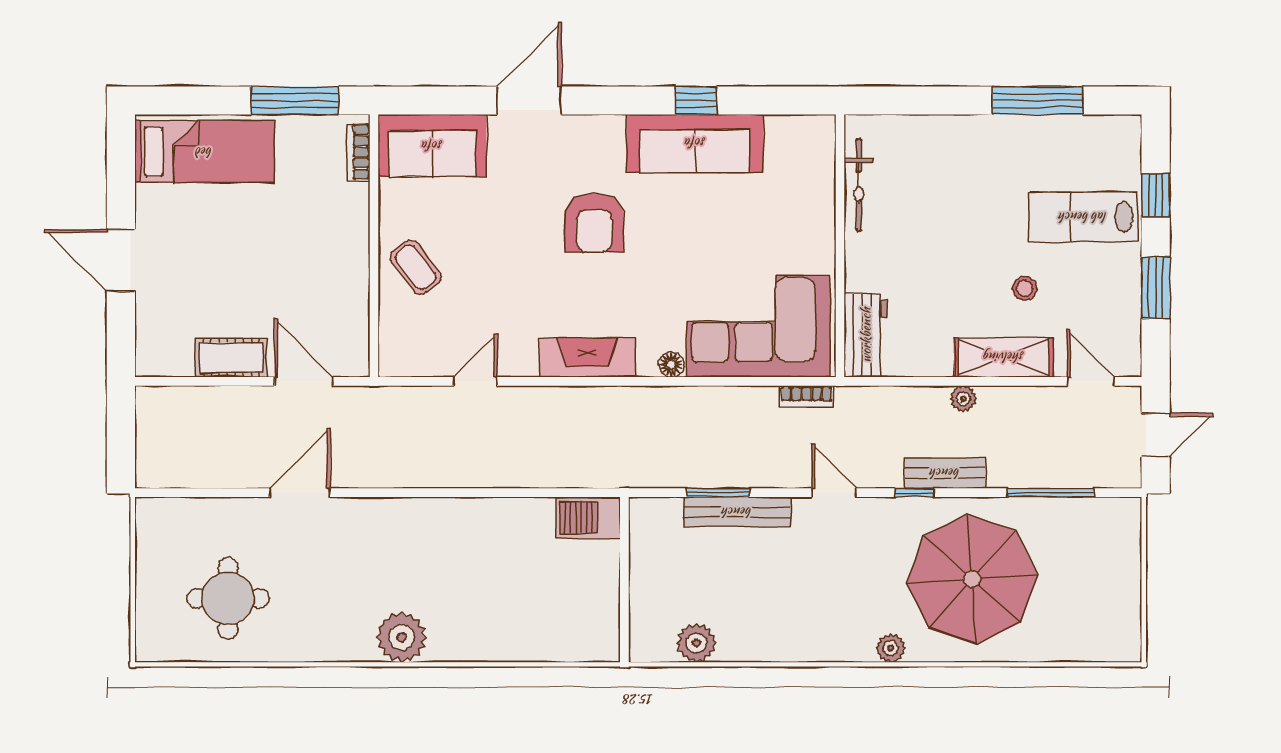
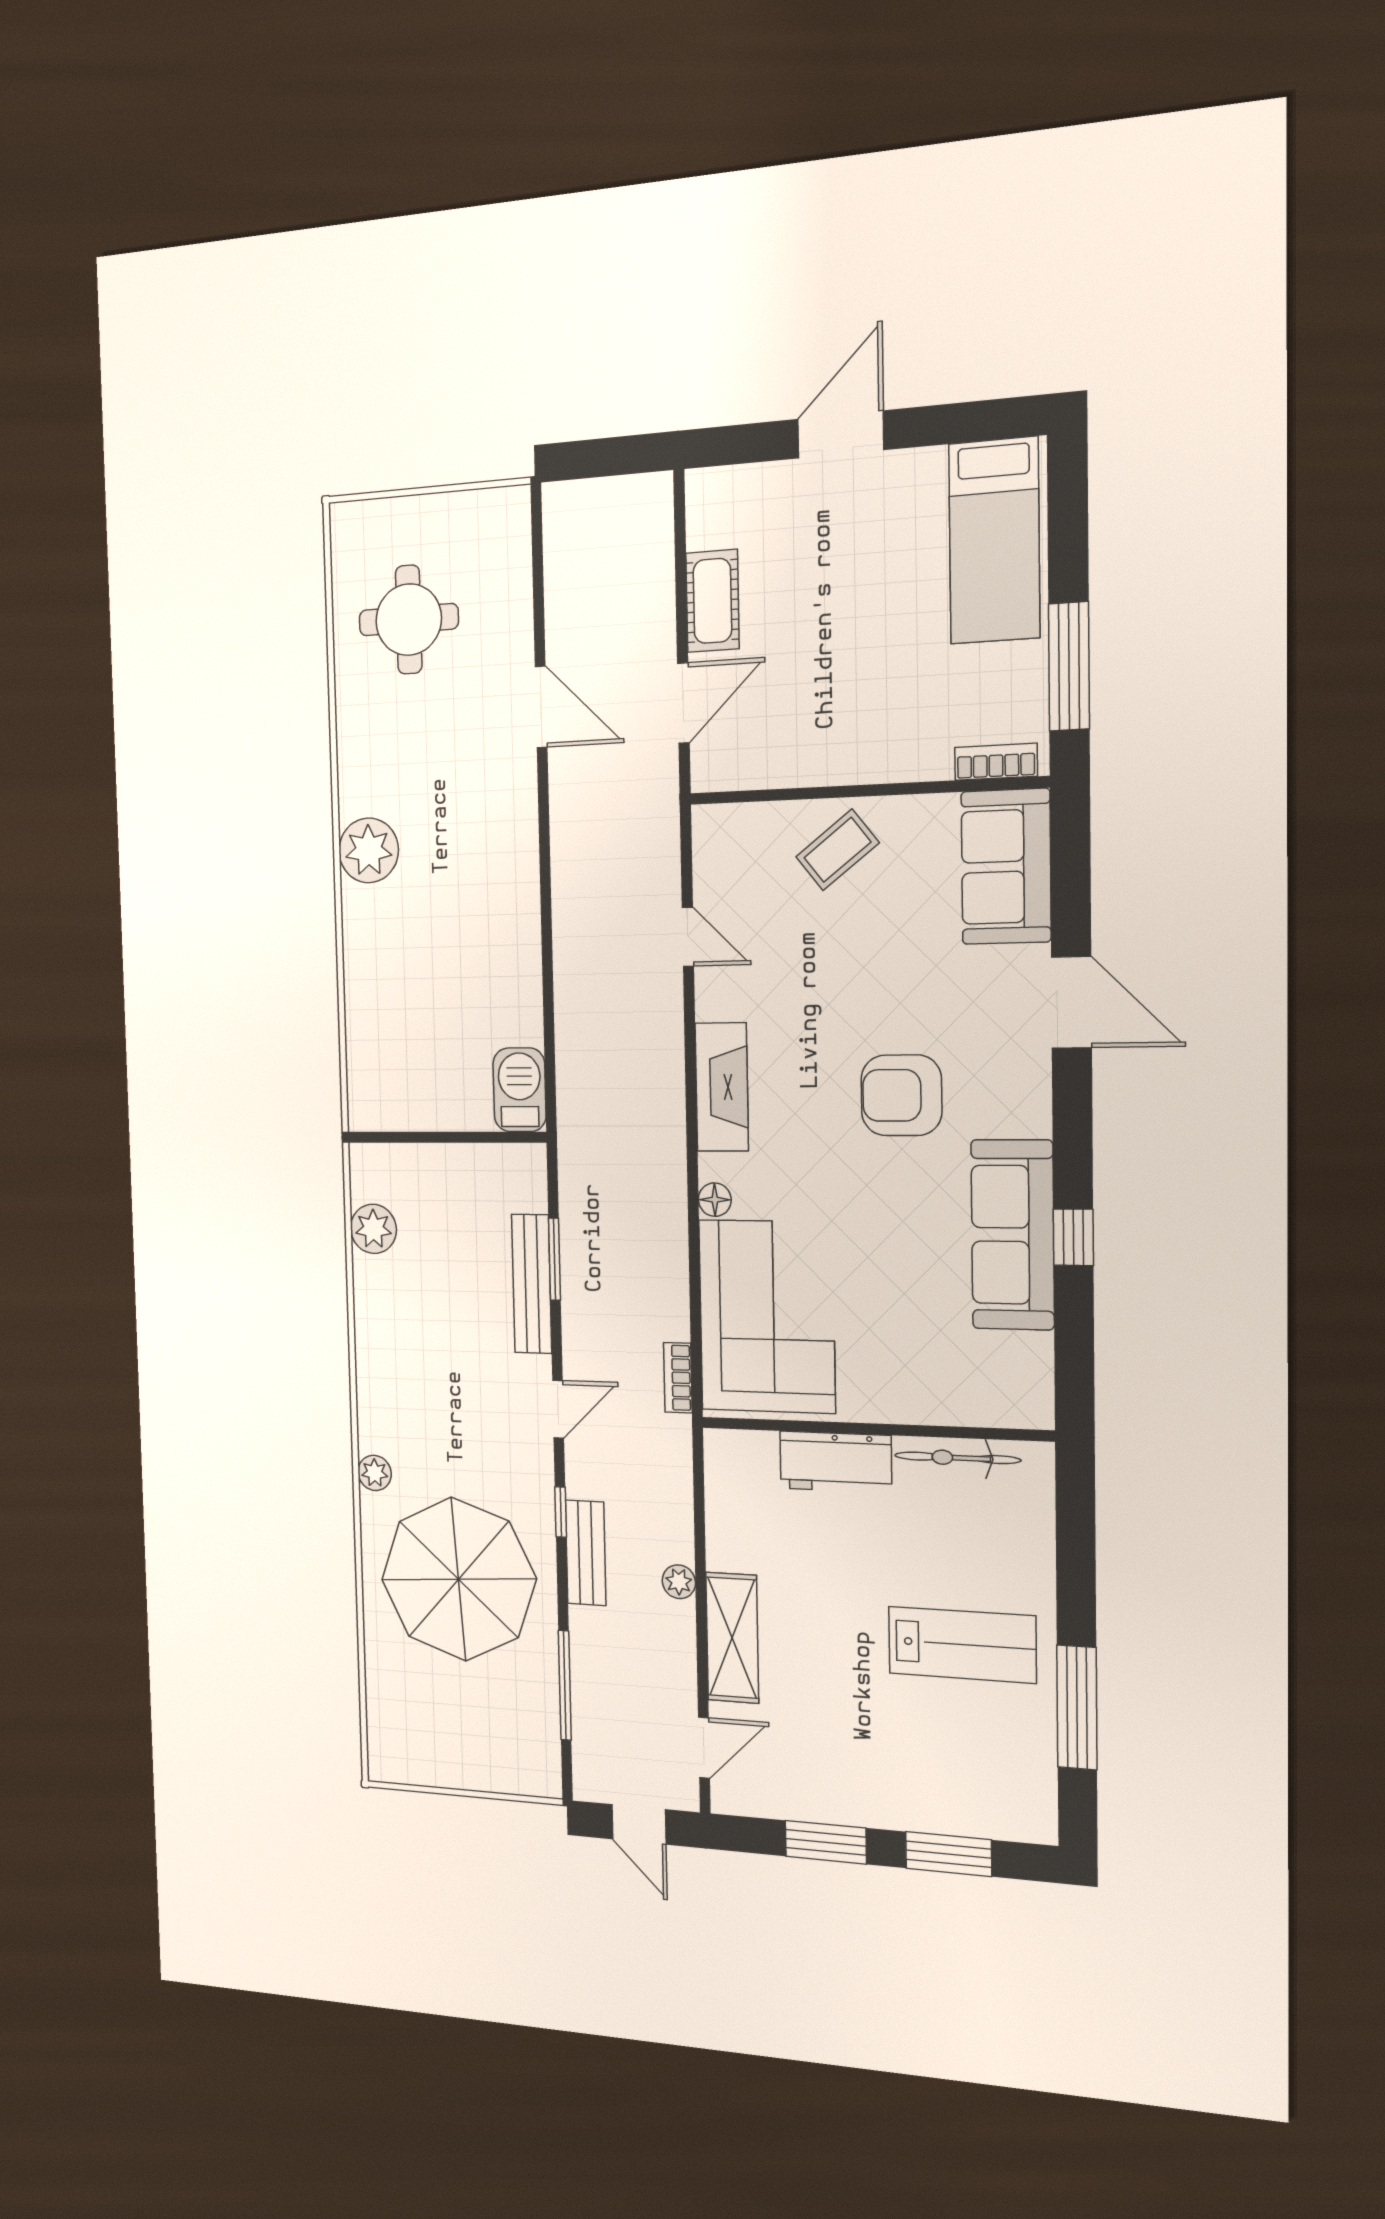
window: (1156, 195) -> (949, 1854), width x1.50
lab bench: (1083, 217) -> (962, 1645), moved, turned 90
stool: (1025, 288) -> (822, 1671), removed
workbench: (866, 335) -> (836, 1462), moved

